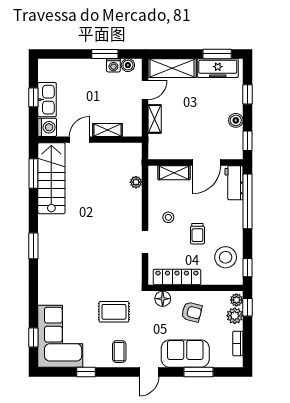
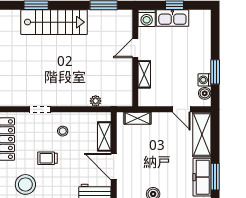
shelving: (155, 119) -> (138, 118), moved
door: (79, 140) -> (135, 48), swing flipped
stairs: (51, 178) -> (54, 22), moved

